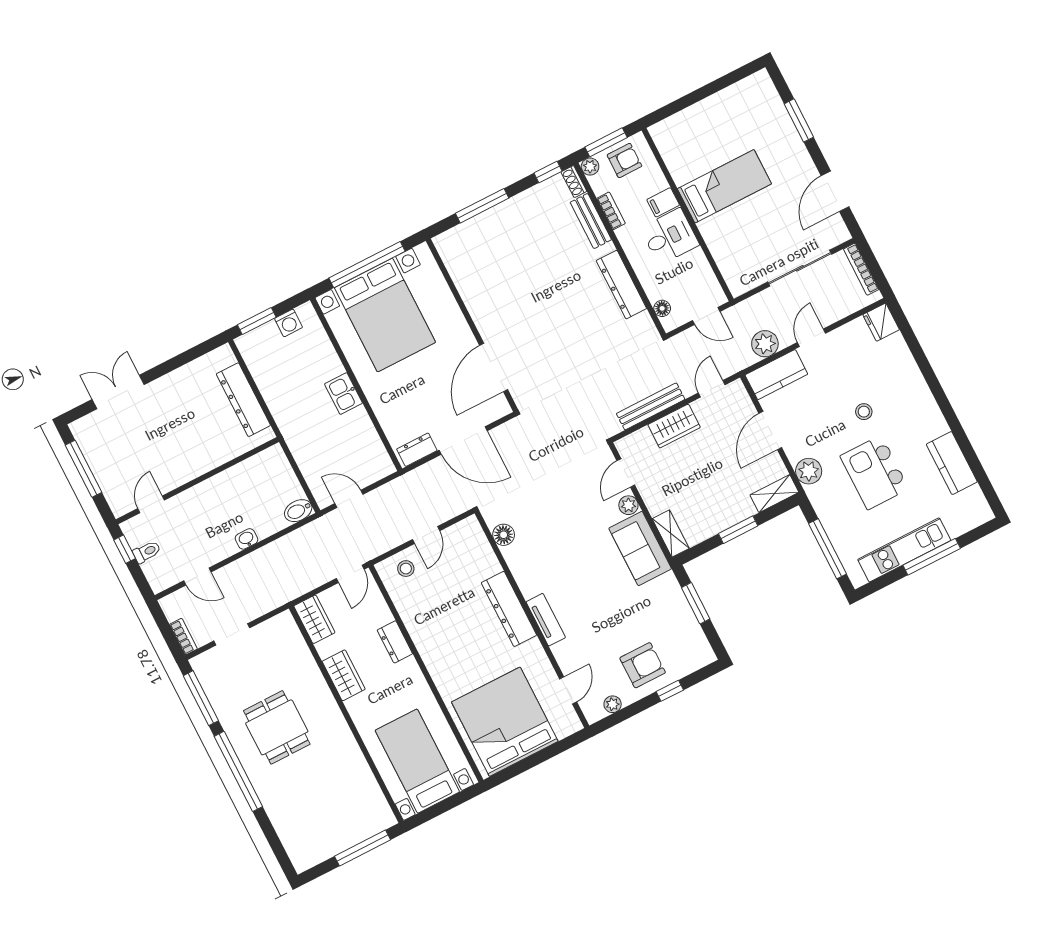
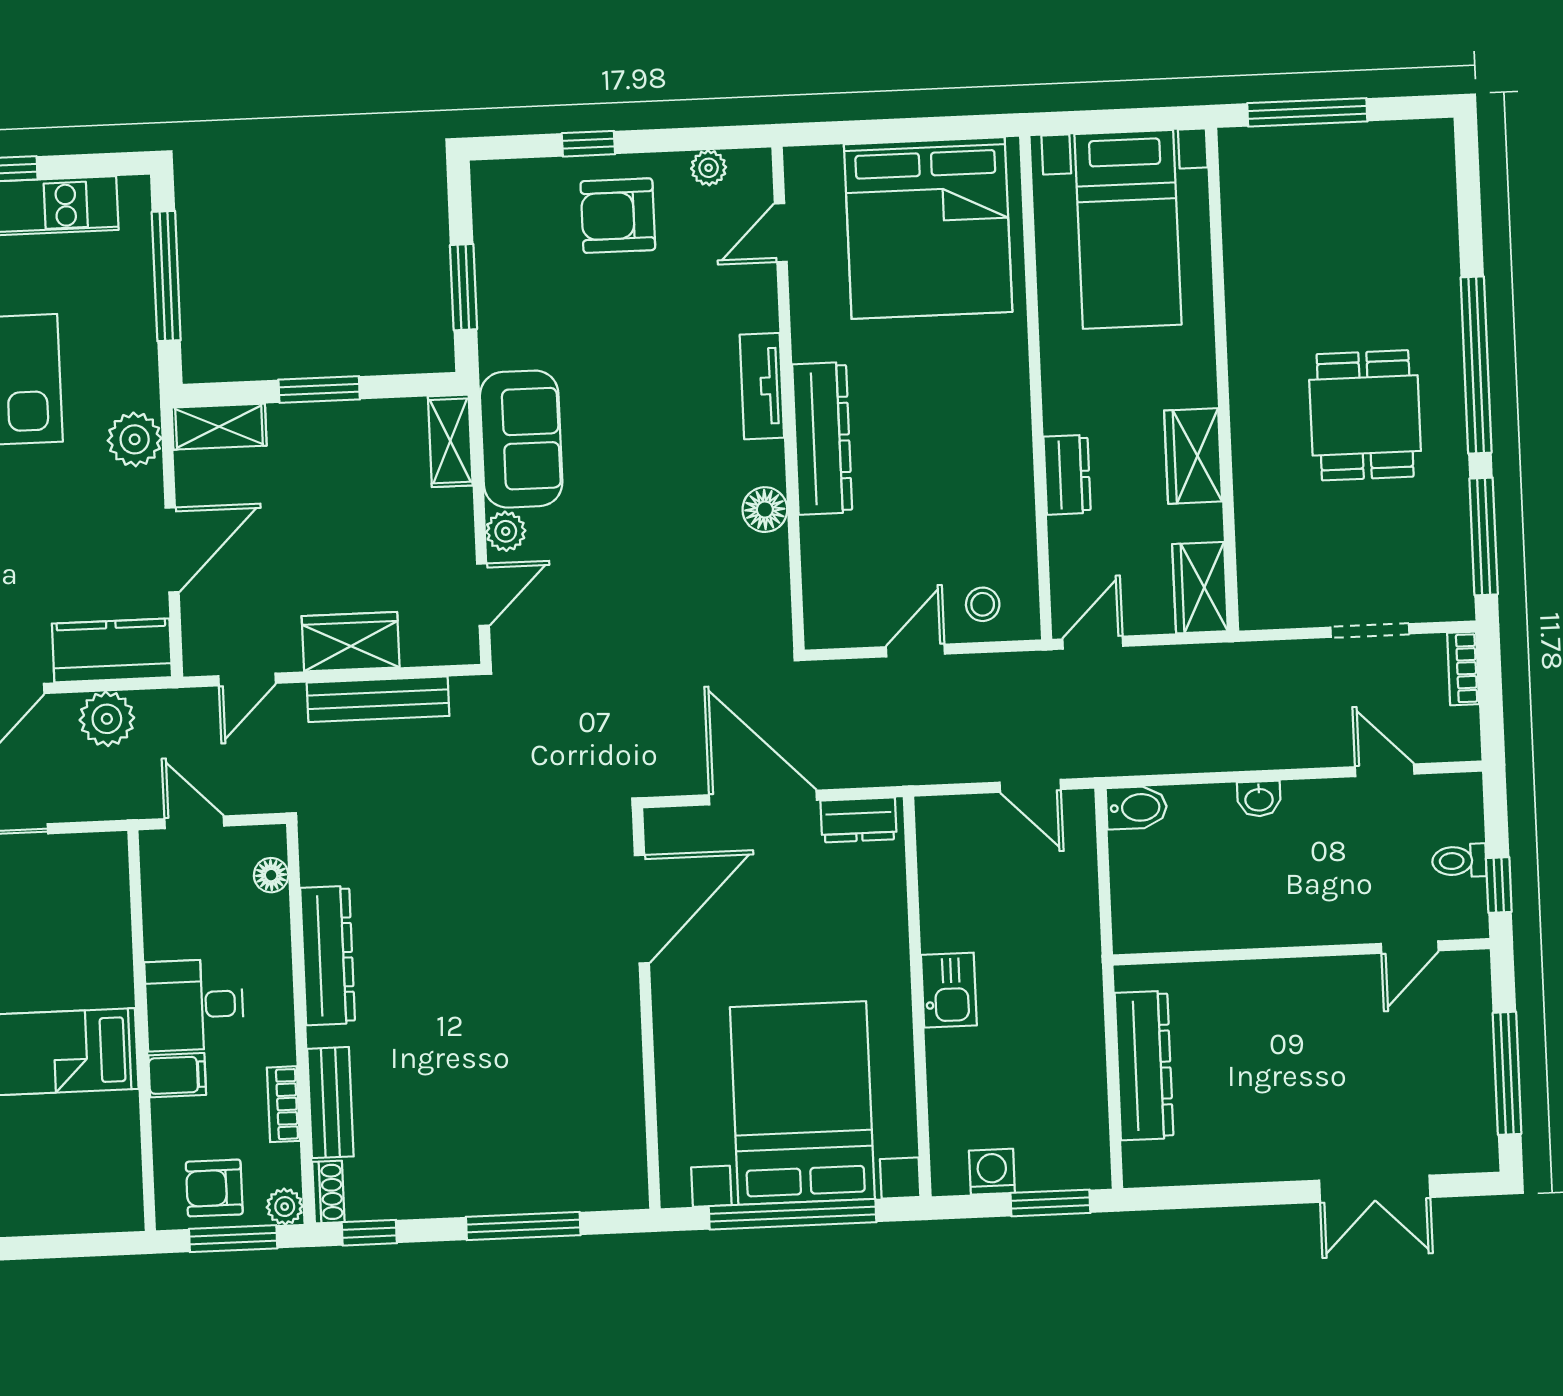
floor lamp: (504, 535) -> (765, 510), moved

